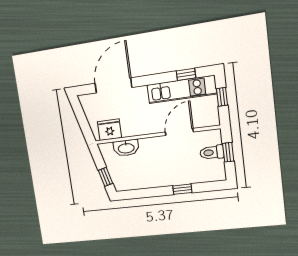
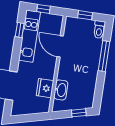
fridge: (110, 130) -> (45, 88), moved
toilet: (212, 152) -> (99, 30), moved
window: (182, 189) -> (104, 56), width x2.17

